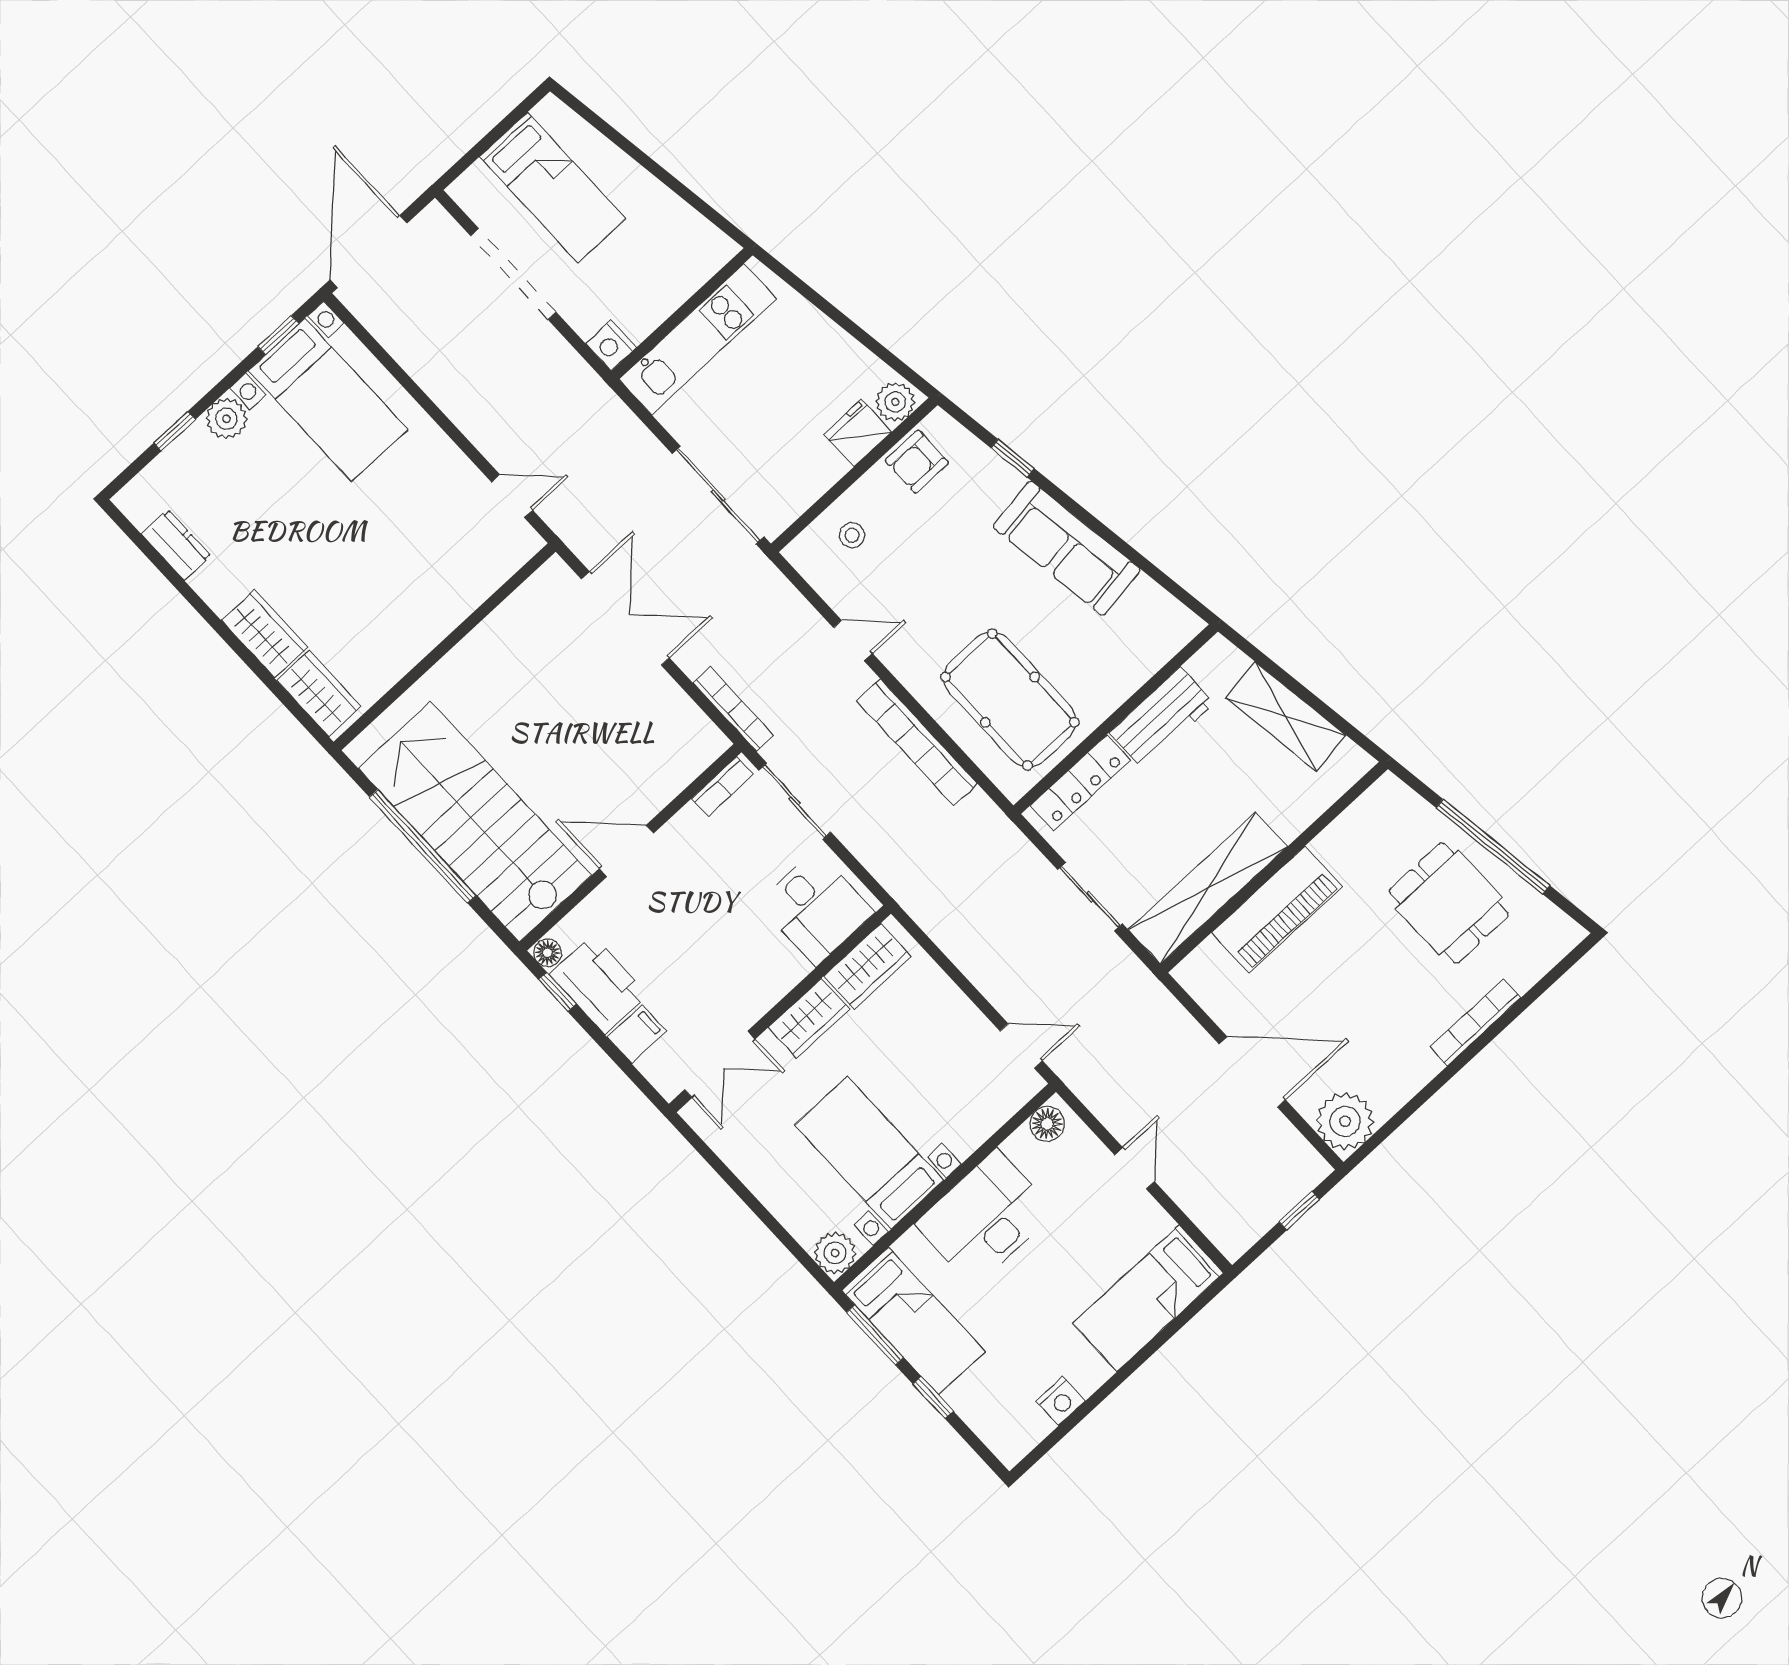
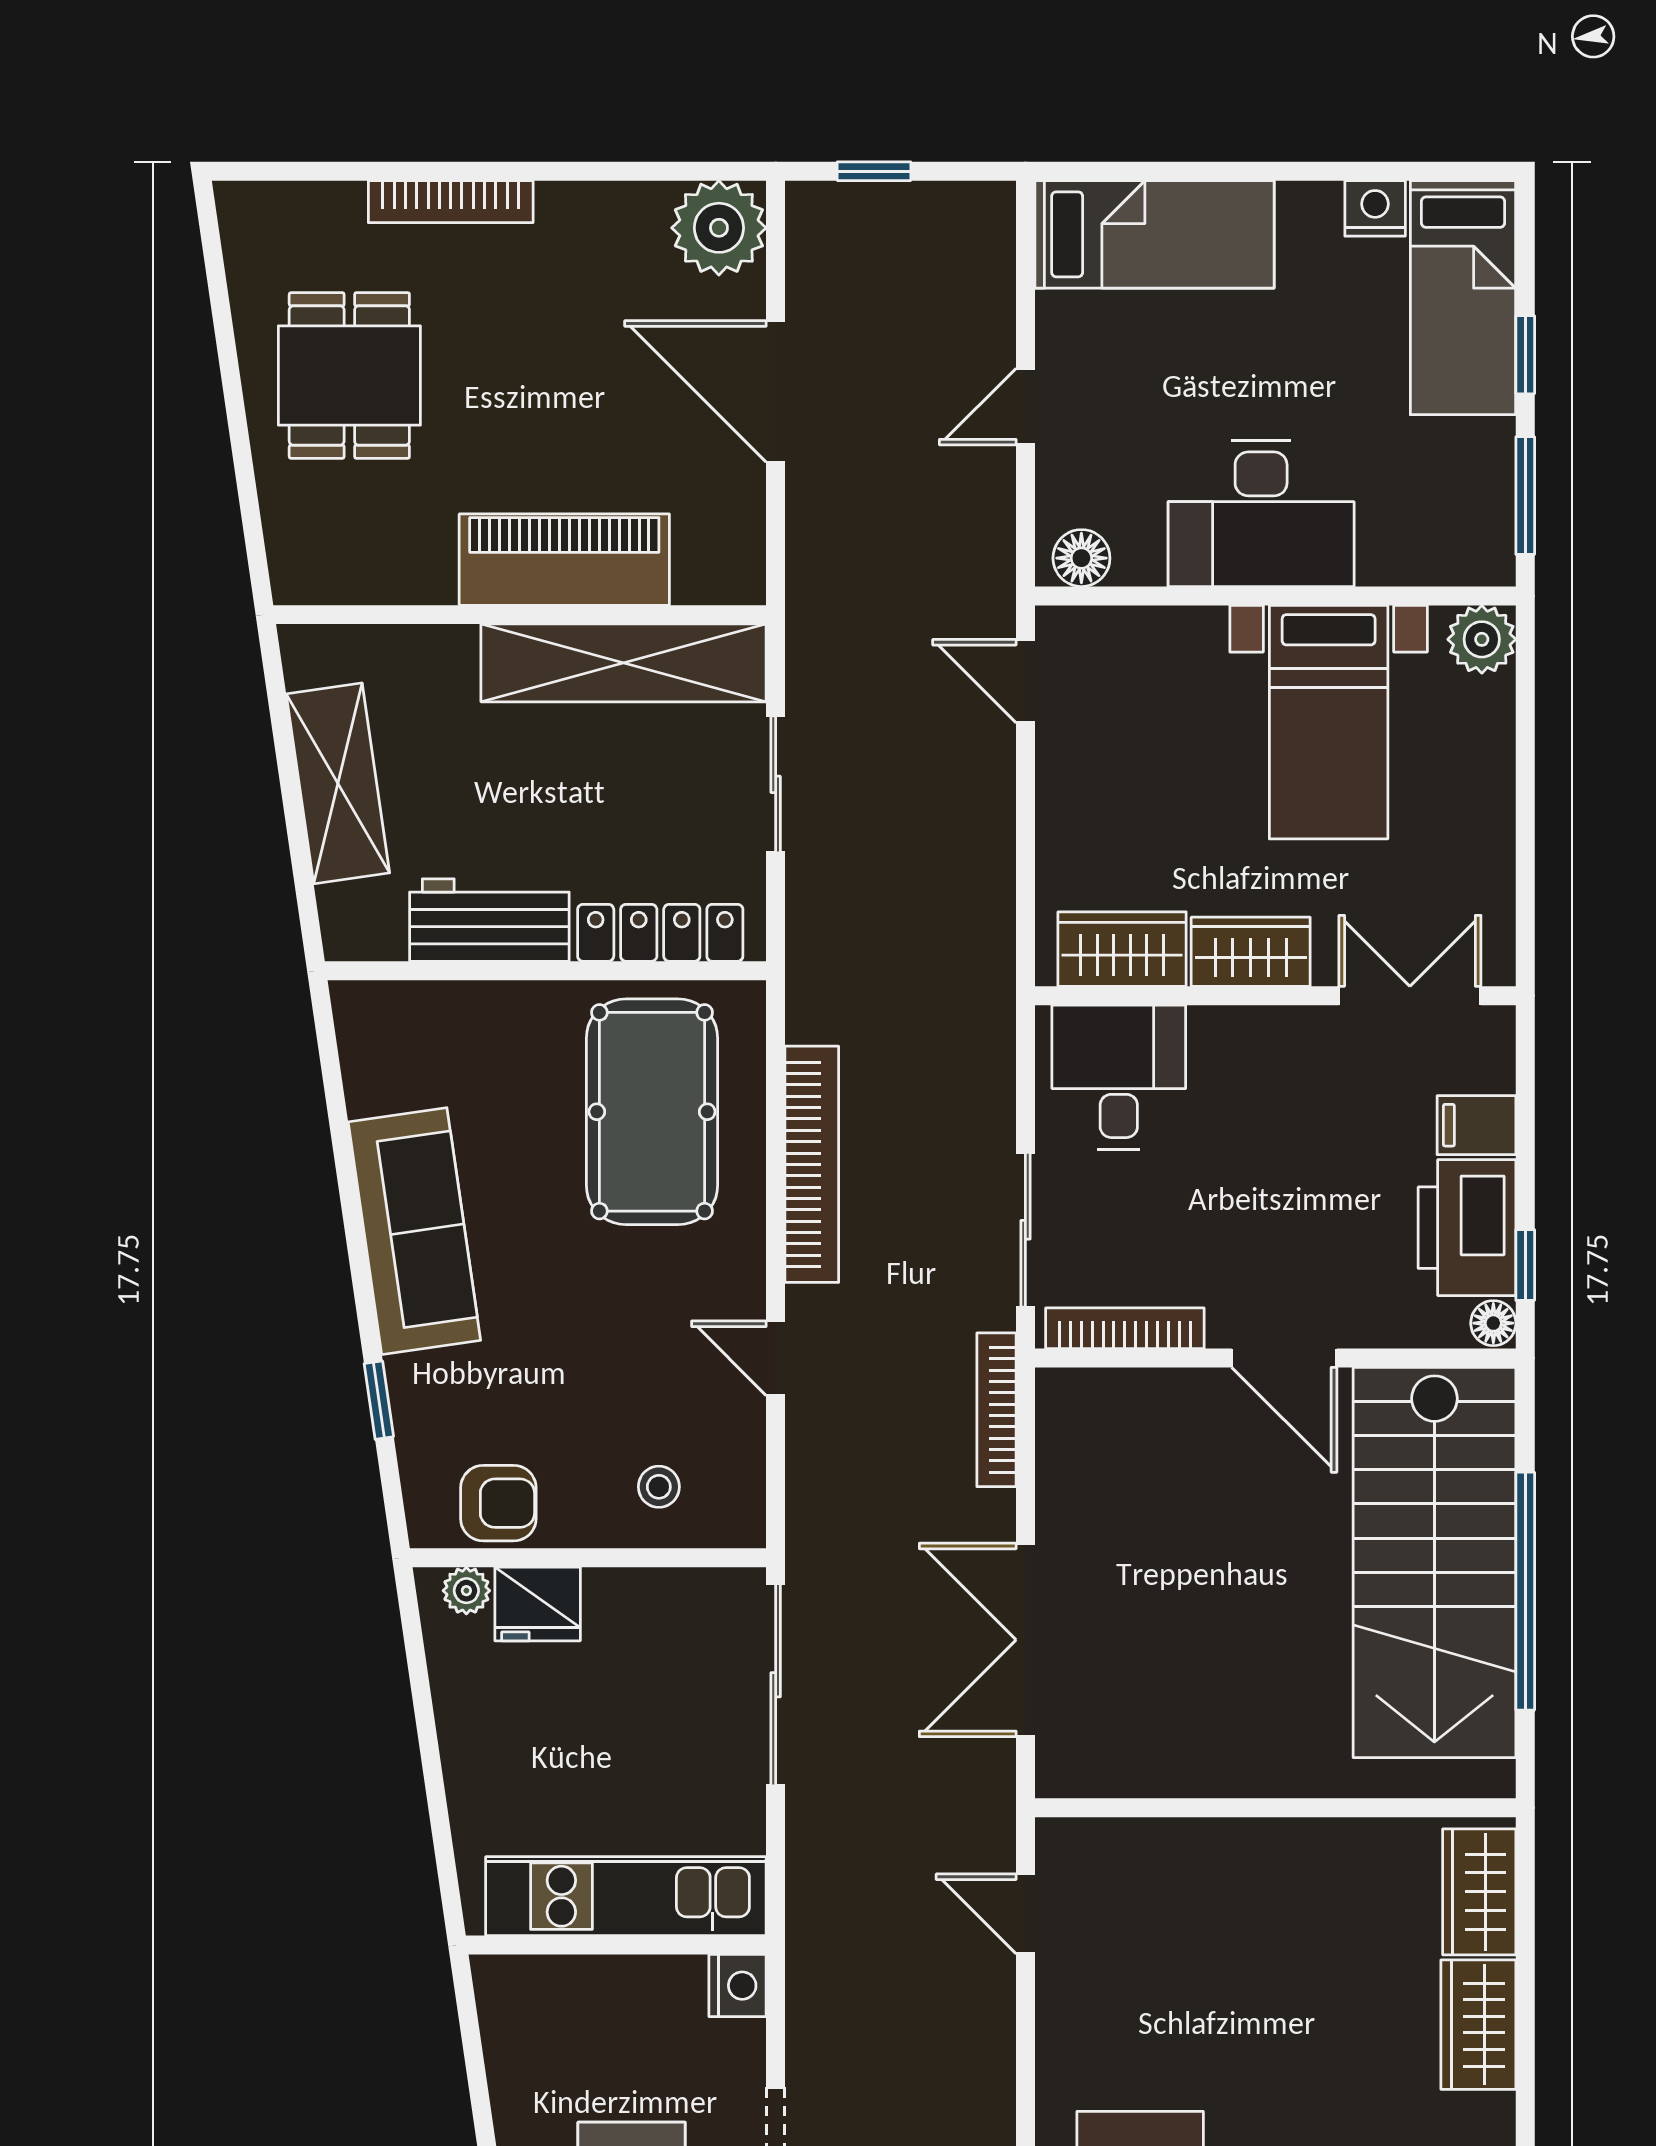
plant: (895, 402) -> (466, 1591), width x0.73, depth x0.73
bookcase: (722, 787) -> (1125, 1328), width x1.56
window: (1493, 847) -> (233, 394), removed
bed: (913, 1321) -> (1463, 298), moved, turned 180

